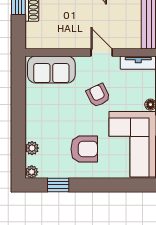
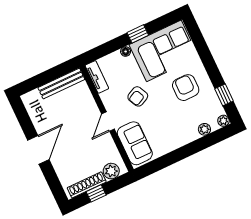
plant: (34, 32) -> (111, 171), added
door: (102, 52) -> (108, 121), moved

